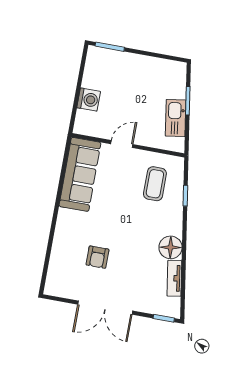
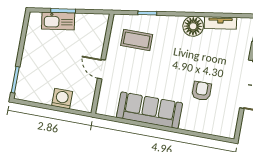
kitchen sink: (176, 118) -> (58, 21), moved
sofa: (80, 174) -> (150, 110), moved
armchair: (97, 257) -> (202, 91), turned -90

